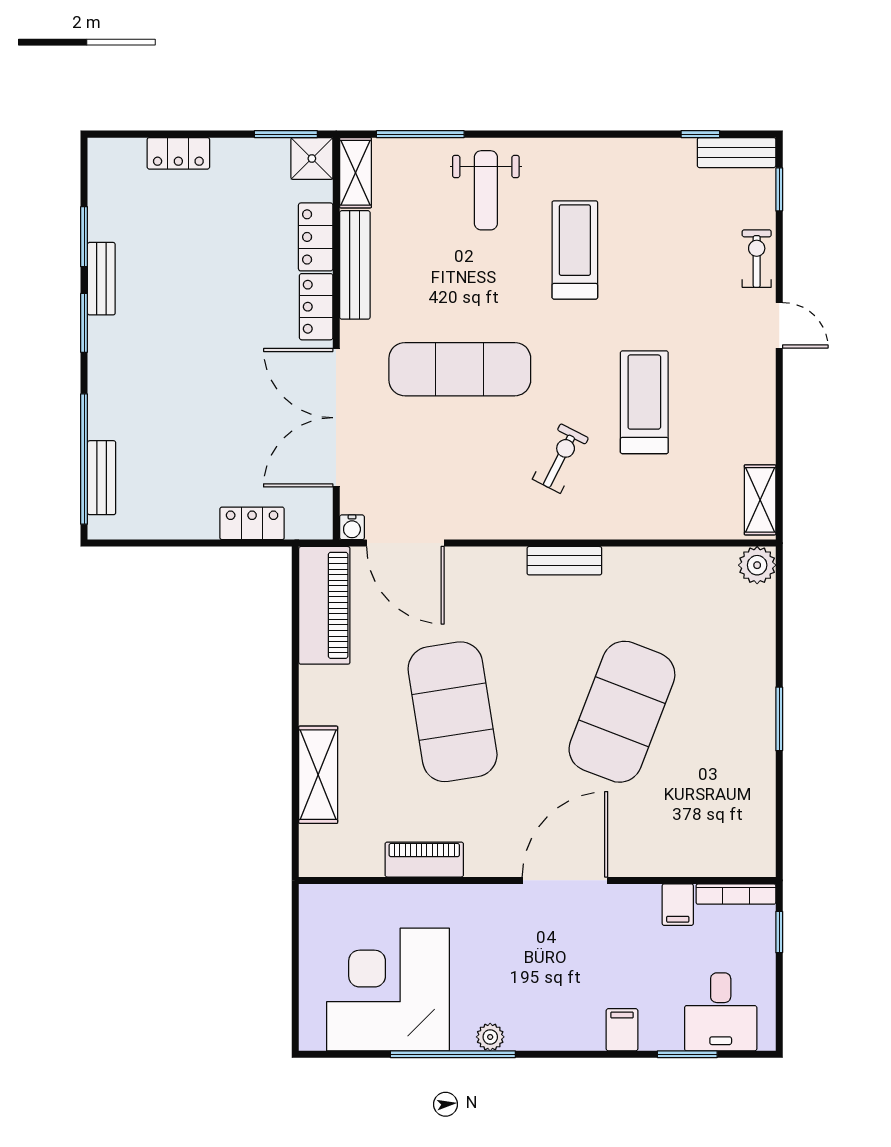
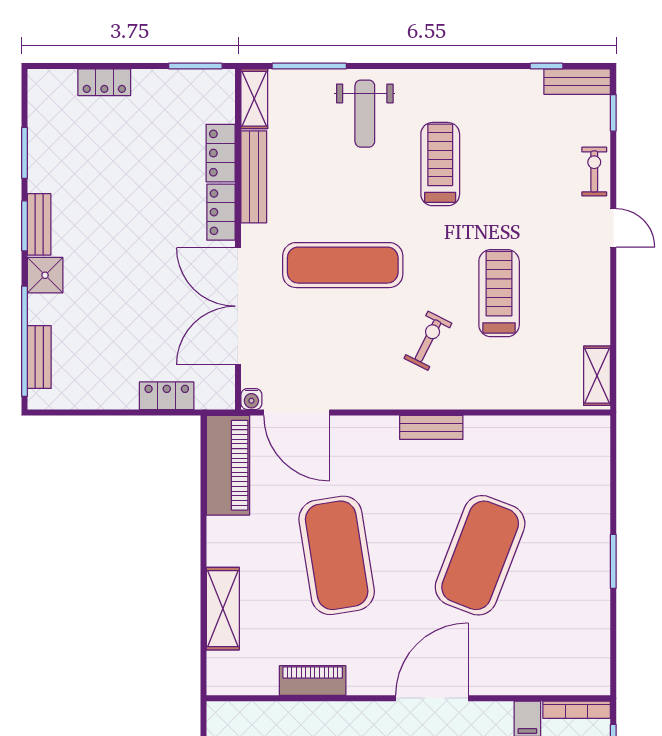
shower: (312, 159) -> (45, 275), moved
bench: (101, 279) -> (39, 224), moved
plant: (757, 565) -> (595, 431), removed

